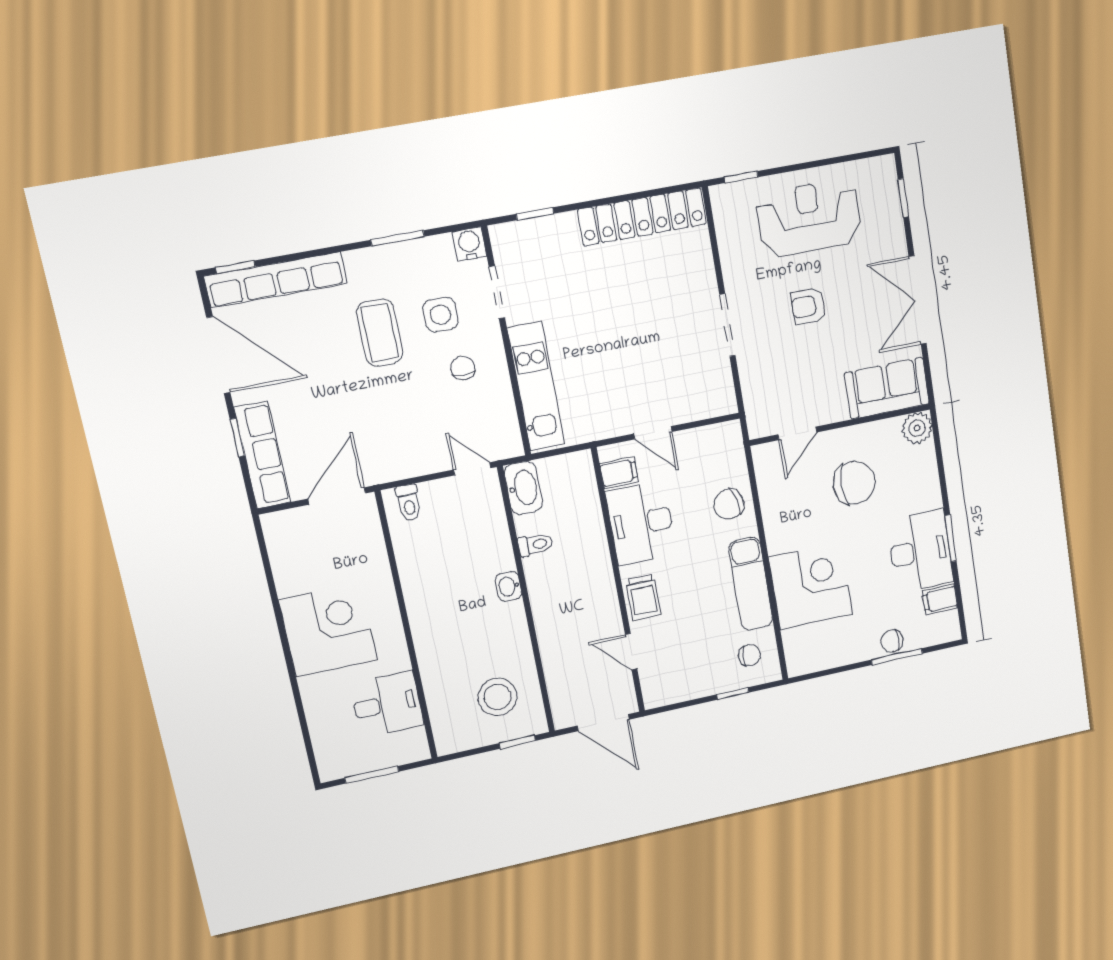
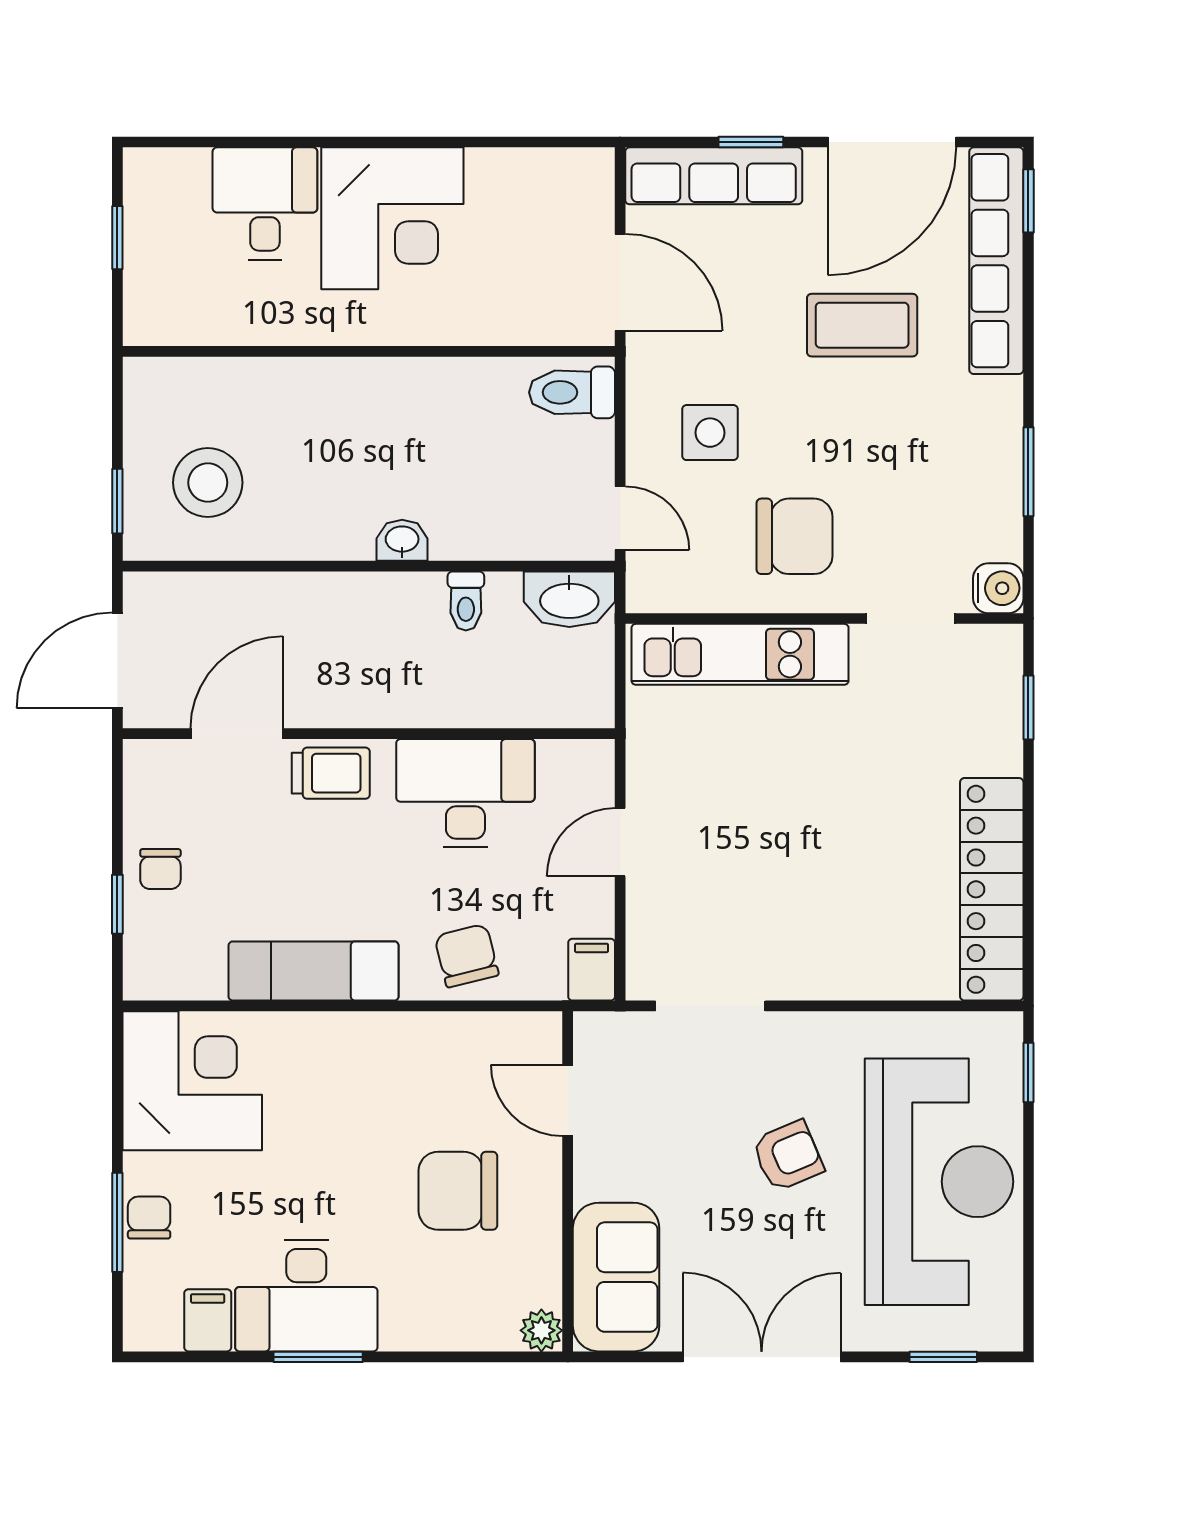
reception desk: (809, 218) -> (939, 1182), width x1.36, depth x1.30
armchair: (808, 306) -> (788, 1156), turned 67
side table: (441, 315) -> (710, 433), moved
doorway: (727, 325) -> (710, 1006), moved
coffee table: (380, 333) -> (862, 325), moved
chair: (463, 368) -> (795, 536), width x1.87, depth x1.87
plant: (917, 428) -> (541, 1330), width x0.73, depth x0.73
door: (472, 469) -> (620, 518), hinge flipped
filing cabinet: (619, 473) -> (592, 970), moved, turned 180
chair: (854, 483) -> (458, 1191), turned 90
toilet: (409, 503) -> (572, 392), width x1.37, depth x1.39
corner desk: (811, 586) -> (192, 1081), moved, turned -90
trolley: (643, 597) -> (331, 773), turned 180
door: (631, 652) -> (237, 734), width x1.38
chair: (750, 655) -> (160, 869), moved
desk: (387, 704) -> (265, 204), moved, turned 180
window: (372, 775) -> (117, 238), width x0.67

